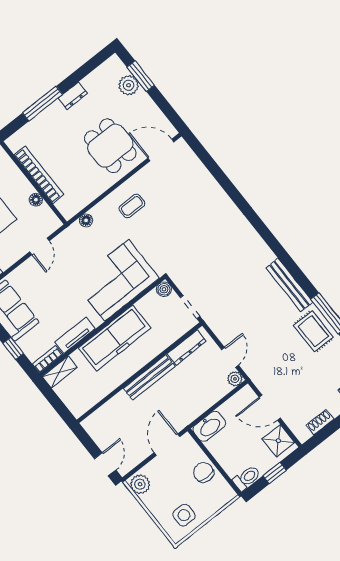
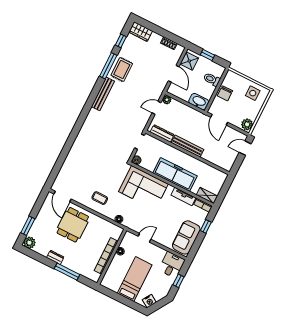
plant: (129, 85) -> (29, 243), moved
door: (167, 445) -> (219, 120), hinge flipped
toilet: (247, 478) -> (212, 79), moved

